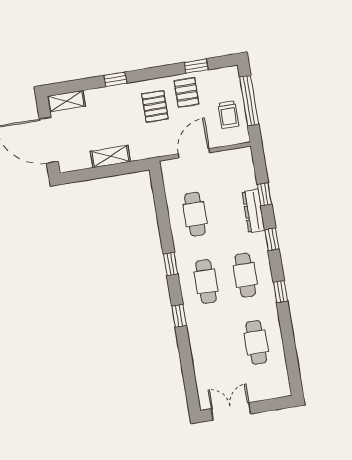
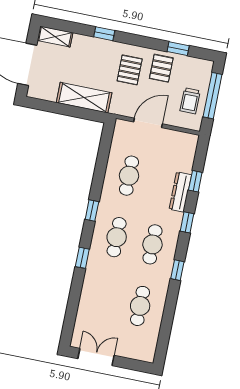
shelving: (110, 156) -> (84, 98), width x1.50, depth x1.33

